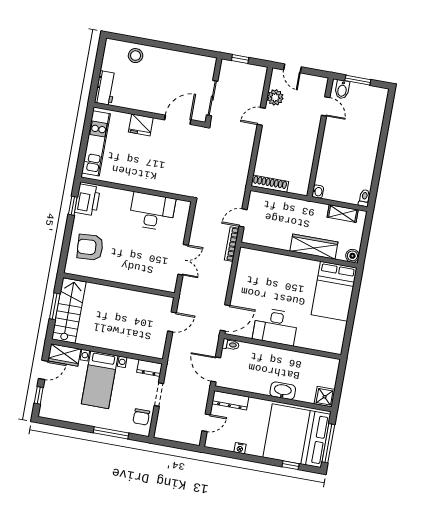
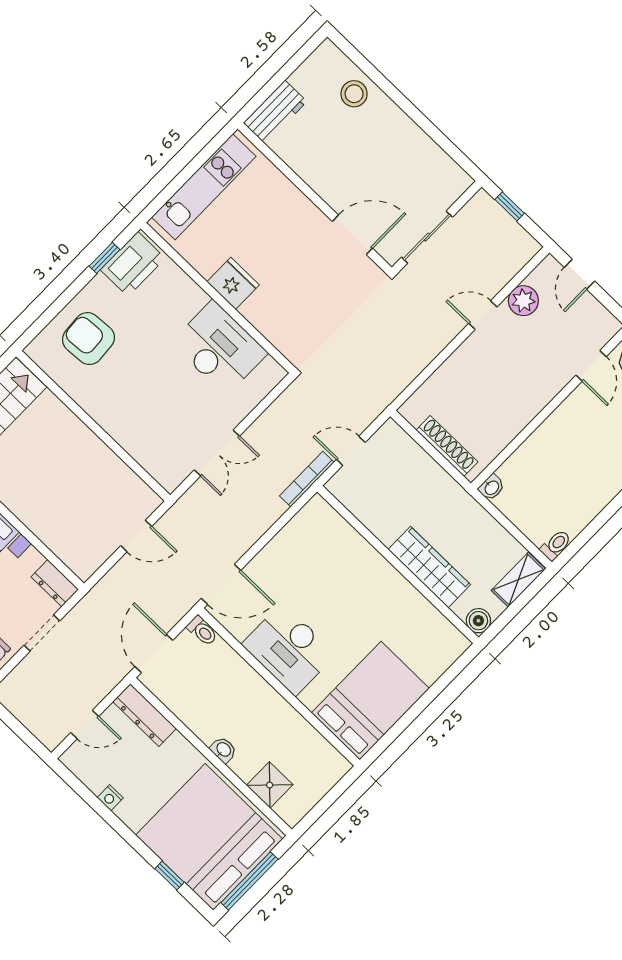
fridge: (141, 125) -> (233, 283), moved, turned 180
shoe rack: (270, 184) -> (447, 446), moved
shelving: (343, 214) -> (518, 580), moved, turned 90
bed: (334, 291) -> (370, 701), moved, turned 180
washbasin: (283, 391) -> (223, 750), width x0.52, depth x0.69
shower: (325, 397) -> (270, 785), moved

